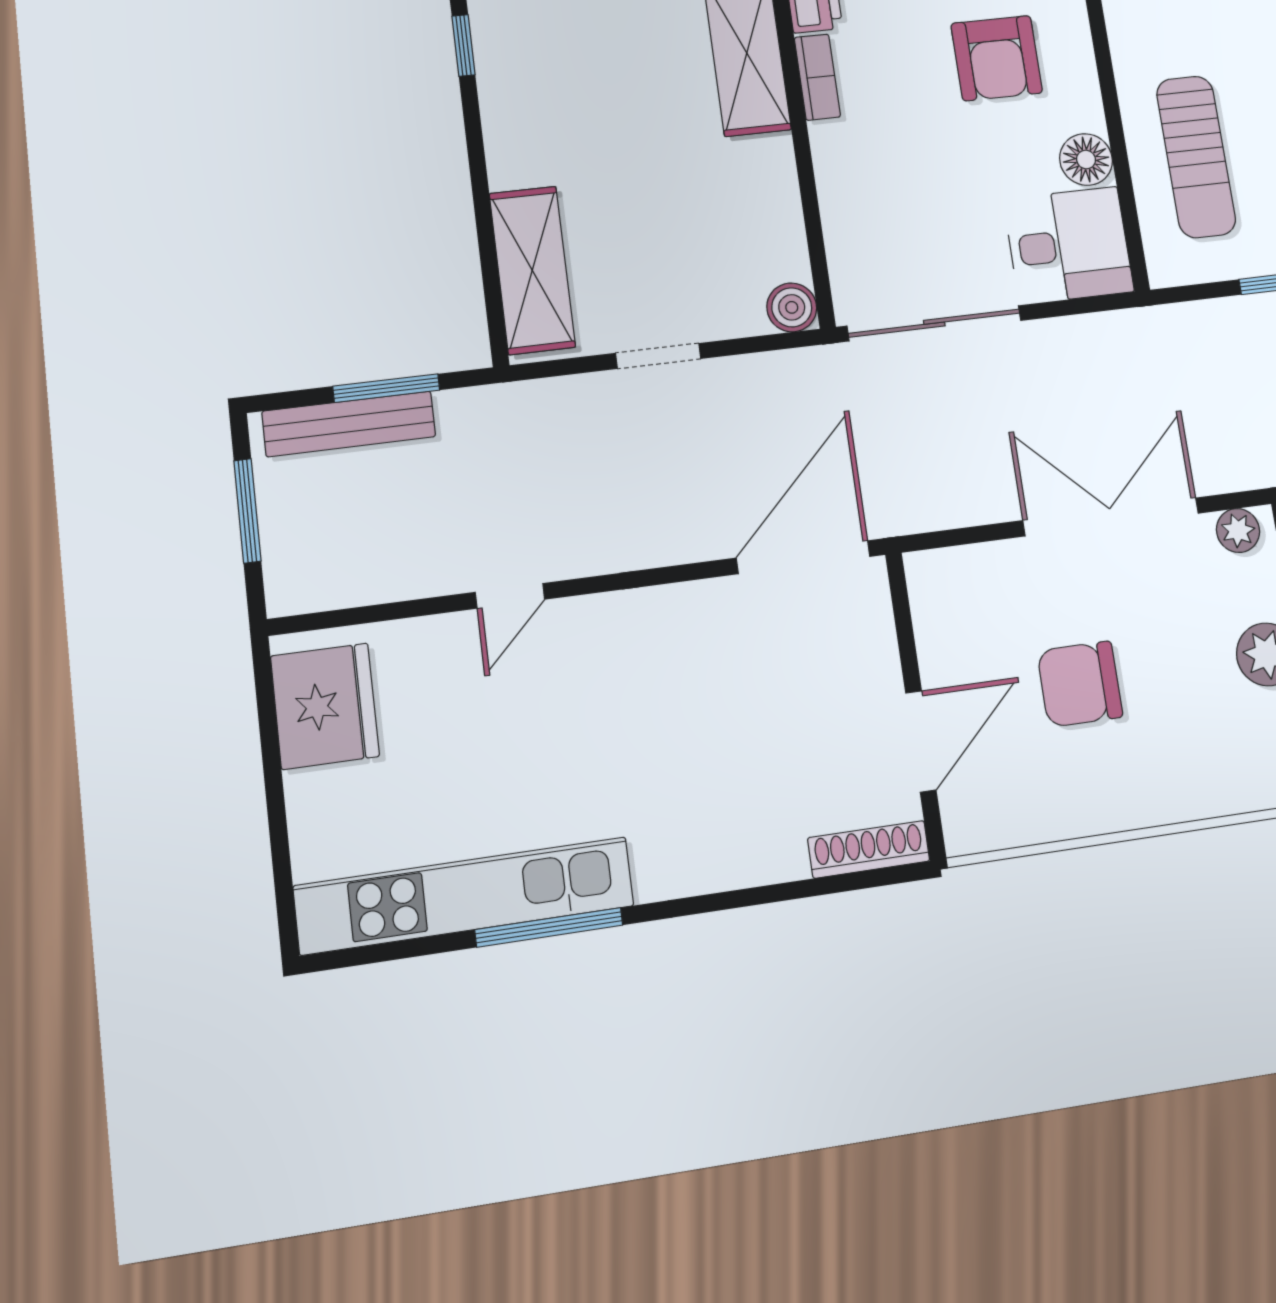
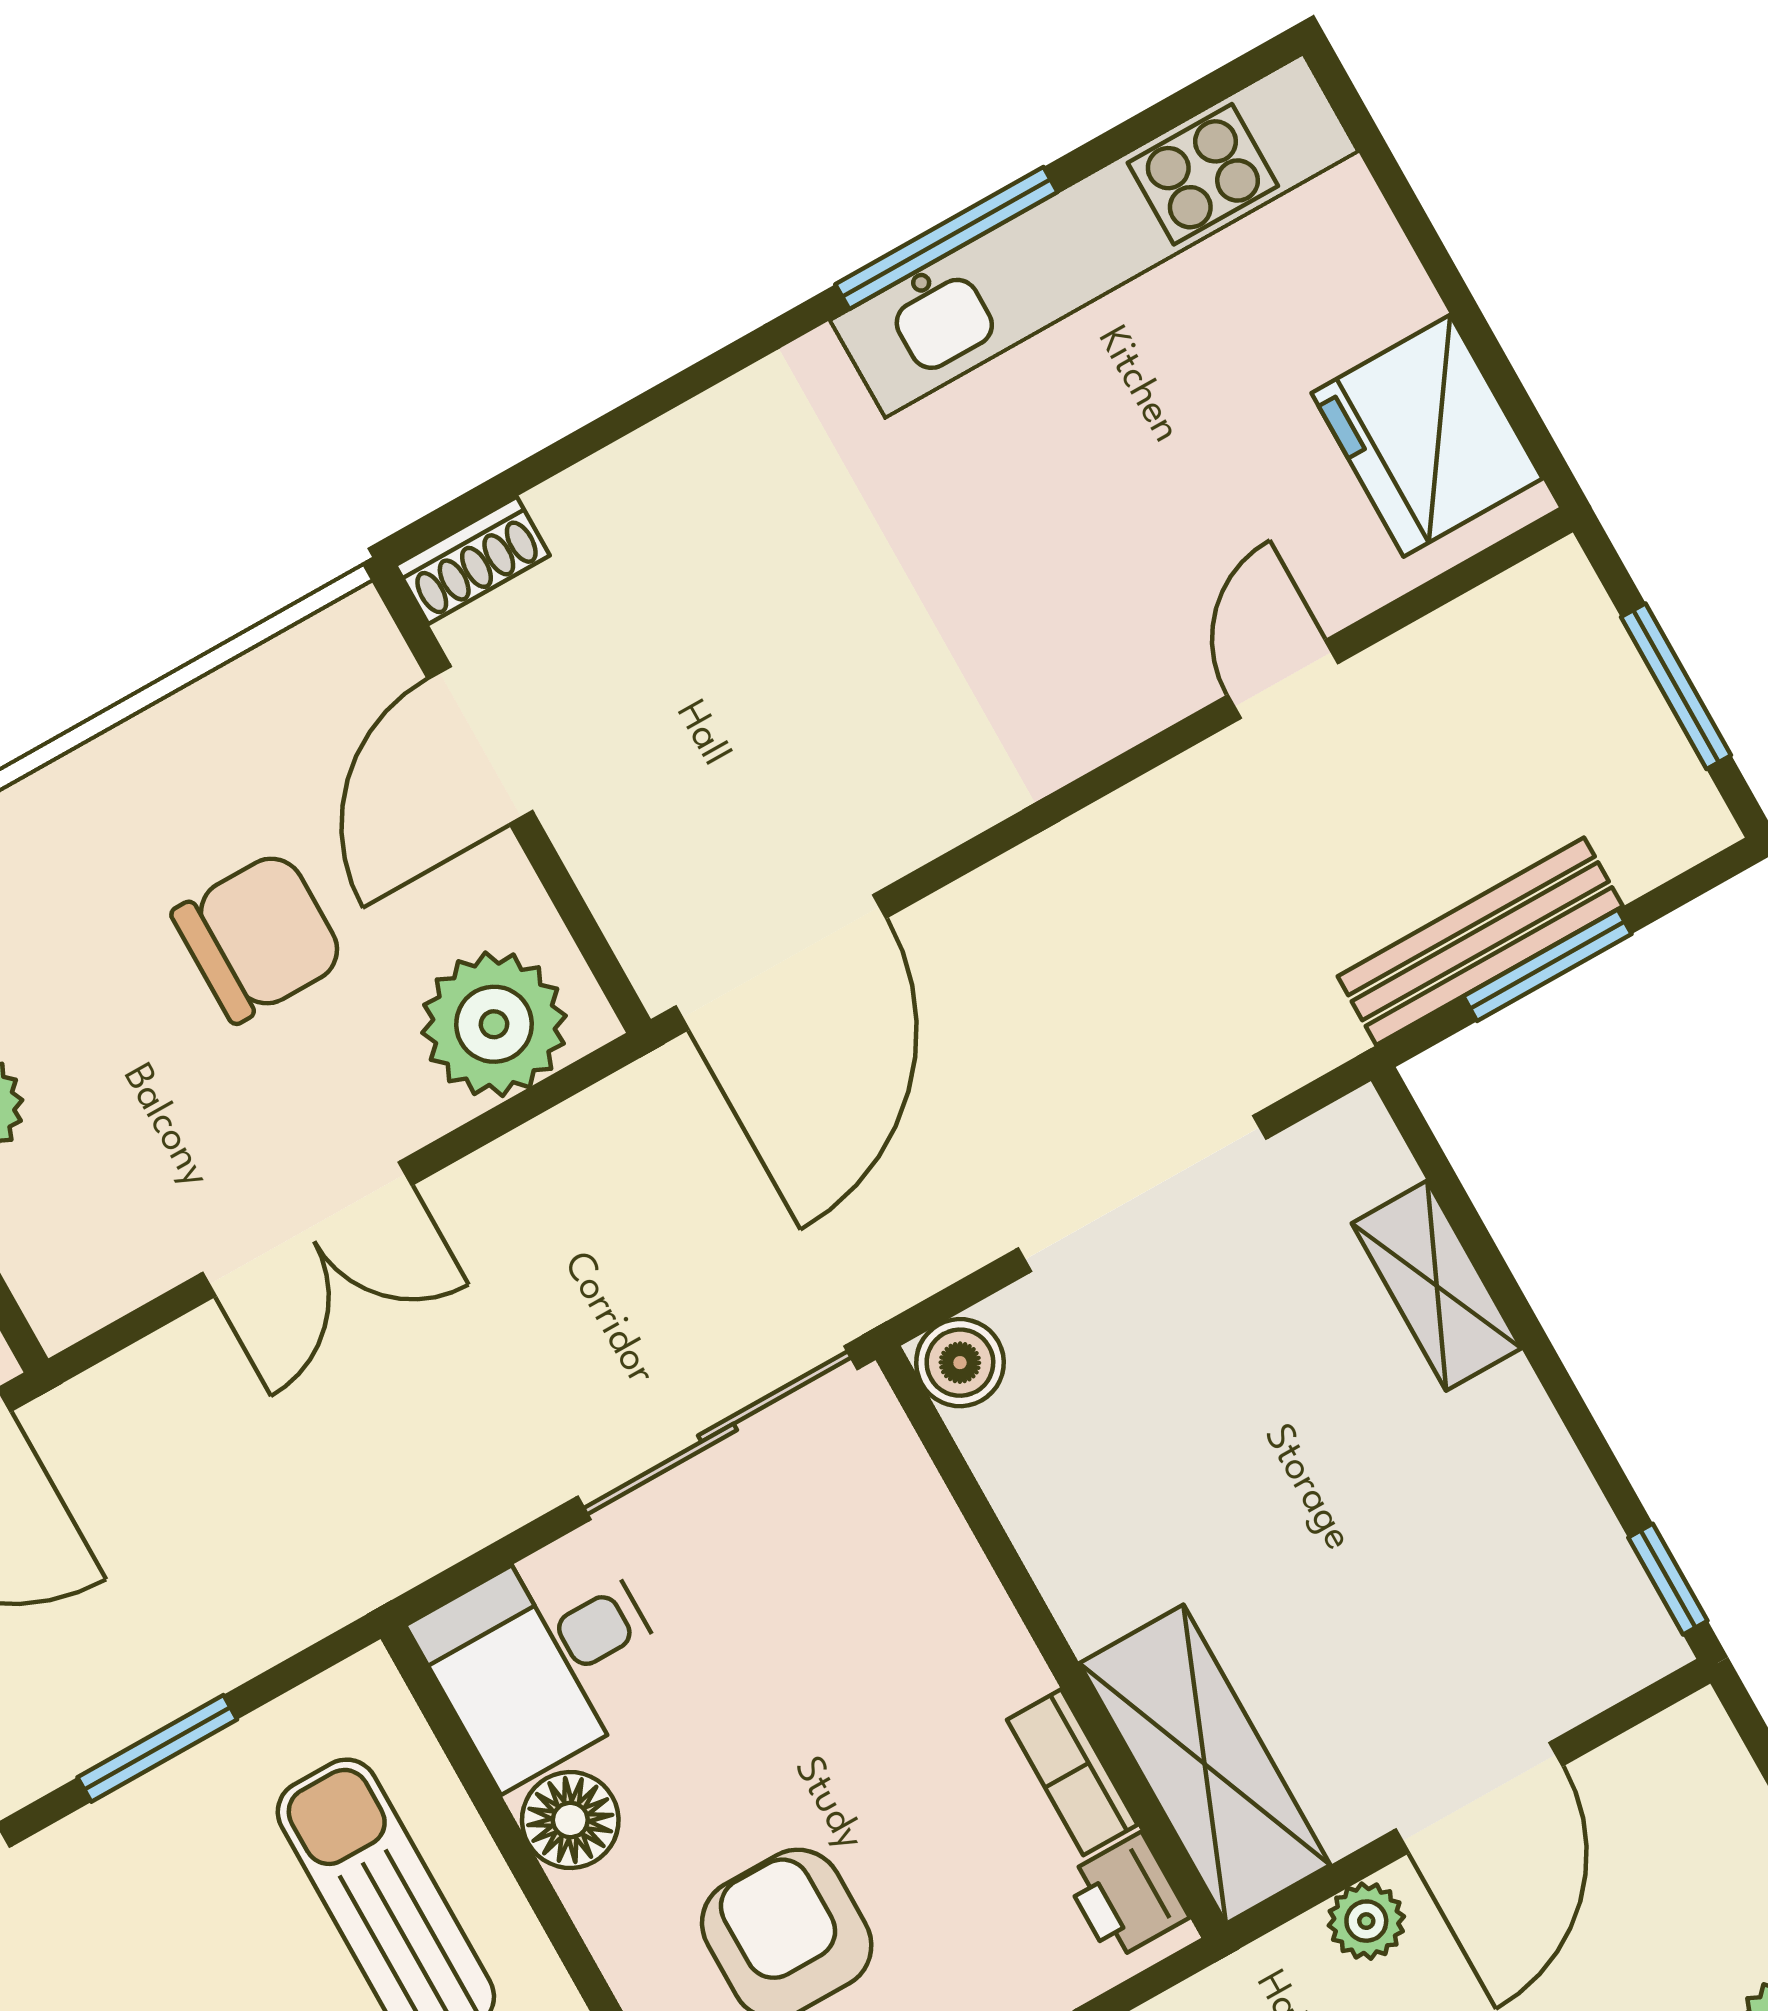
shelving: (532, 270) -> (1437, 1286), width x0.67, depth x0.75
doorway: (658, 356) -> (1142, 1193), width x1.88
bench: (349, 424) -> (1480, 941), moved
double door: (1111, 517) -> (307, 1229), width x0.73
plant: (1238, 530) -> (494, 1024), moved, width x1.87, depth x1.87
door: (510, 596) -> (1283, 679), moved
shoe rack: (869, 849) -> (472, 560), width x0.70

